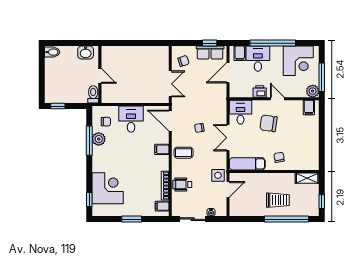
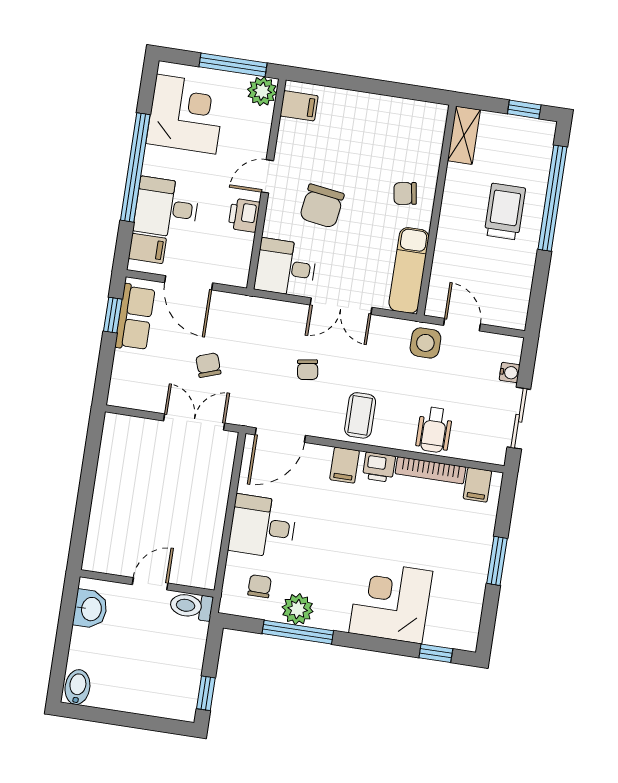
chair: (183, 61) -> (208, 365), moved
printer: (163, 164) -> (379, 467), added
corner desk: (108, 188) -> (391, 602), moved

